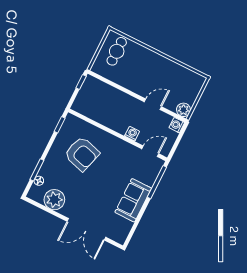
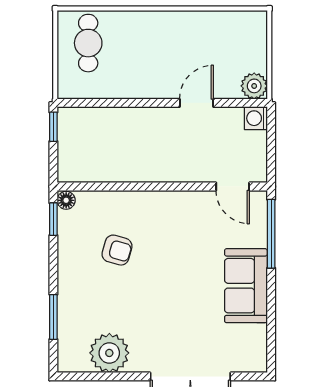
washing machine: (132, 134) -> (186, 172), removed
door: (150, 151) -> (233, 186), swing flipped
armchair: (82, 154) -> (117, 250), width x0.53, depth x0.53
floor lamp: (39, 181) -> (66, 200), moved

